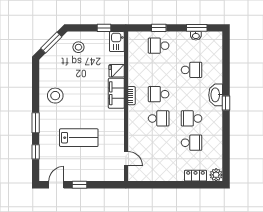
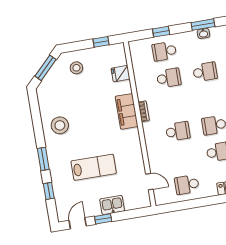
kitchen sink: (117, 42) -> (112, 205), moved, turned 90
fridge: (117, 71) -> (121, 74), moved
school desk: (159, 94) -> (169, 78), moved, turned 180
school desk: (159, 167) -> (187, 185), added

